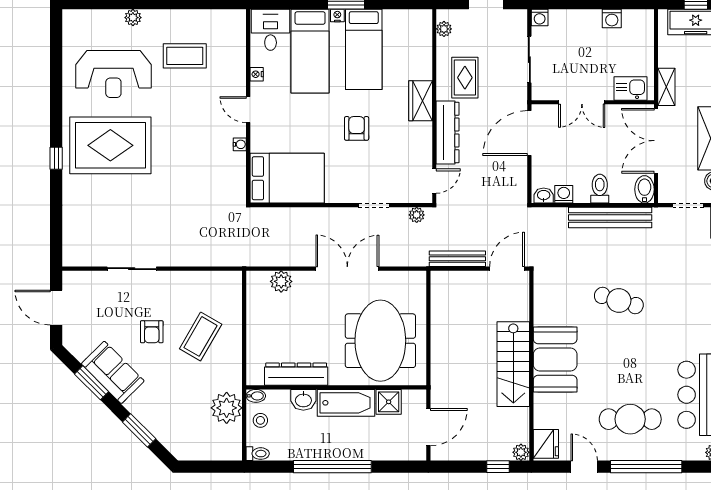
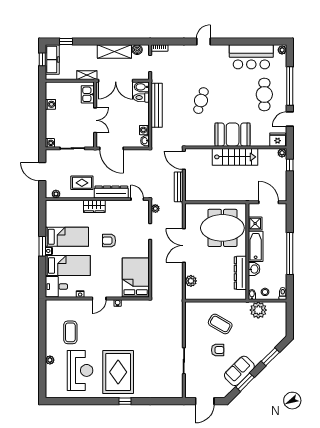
toilet: (600, 189) -> (141, 98), moved

